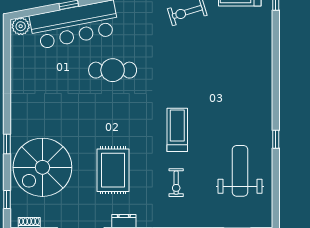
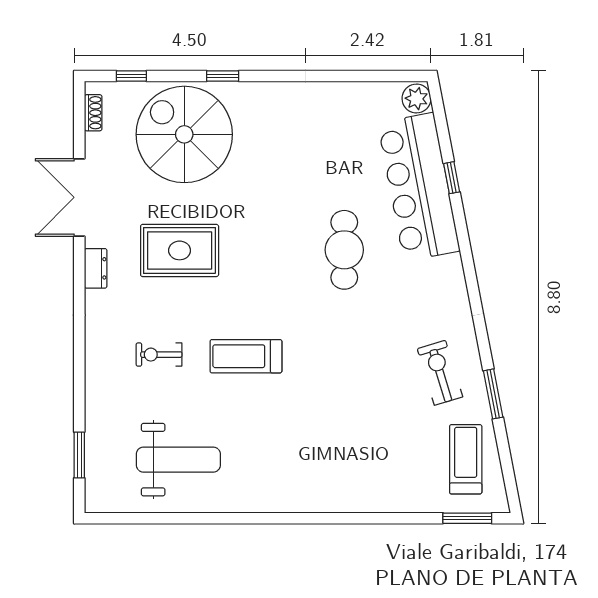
treadmill: (177, 130) -> (246, 356), turned 180
window: (276, 139) -> (230, 518), removed

